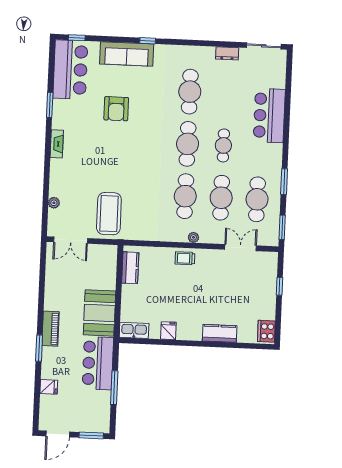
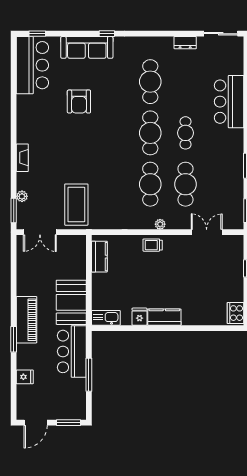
window: (50, 105) -> (14, 210), moved
fireplace: (57, 144) -> (22, 158), moved
cafe table: (257, 199) -> (221, 184), removed
piano: (51, 329) -> (27, 320), width x1.37, depth x1.33
kitchen counter: (220, 333) -> (164, 317), moved

